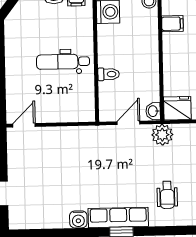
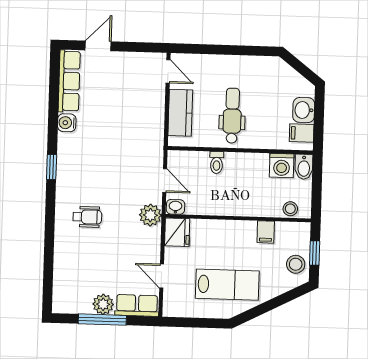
kitchen counter: (63, 111) -> (180, 113), added
wheelchair: (167, 195) -> (87, 217), turned 180
row of seats: (118, 217) -> (69, 81), moved

